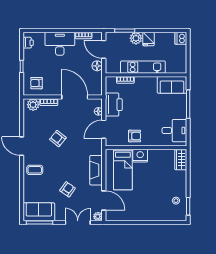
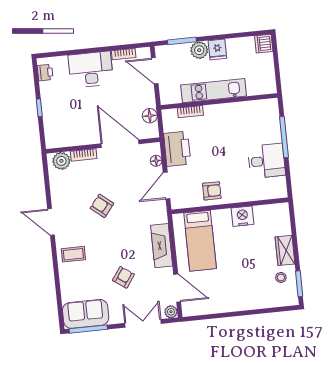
floor lamp: (97, 66) -> (150, 116), moved
armchair: (36, 83) -> (63, 129), removed
sofa: (172, 85) -> (258, 112), removed
desk: (174, 131) -> (266, 161), moved
nightstand: (140, 156) -> (242, 216), moved
wardrobe: (181, 160) -> (285, 250), moved

